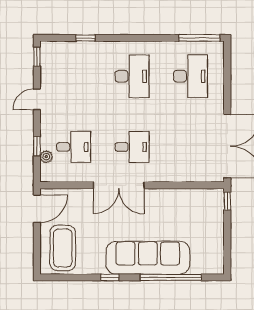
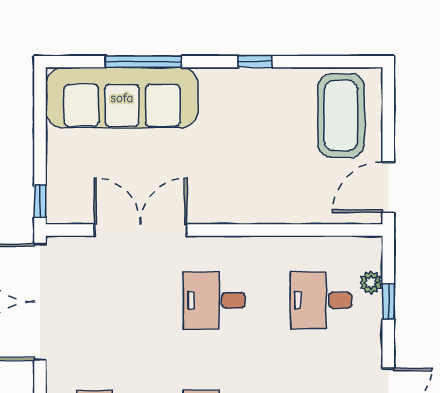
double door: (119, 185) -> (141, 230), moved
sofa: (148, 258) -> (122, 98), moved
window: (171, 277) -> (143, 62), width x0.68

